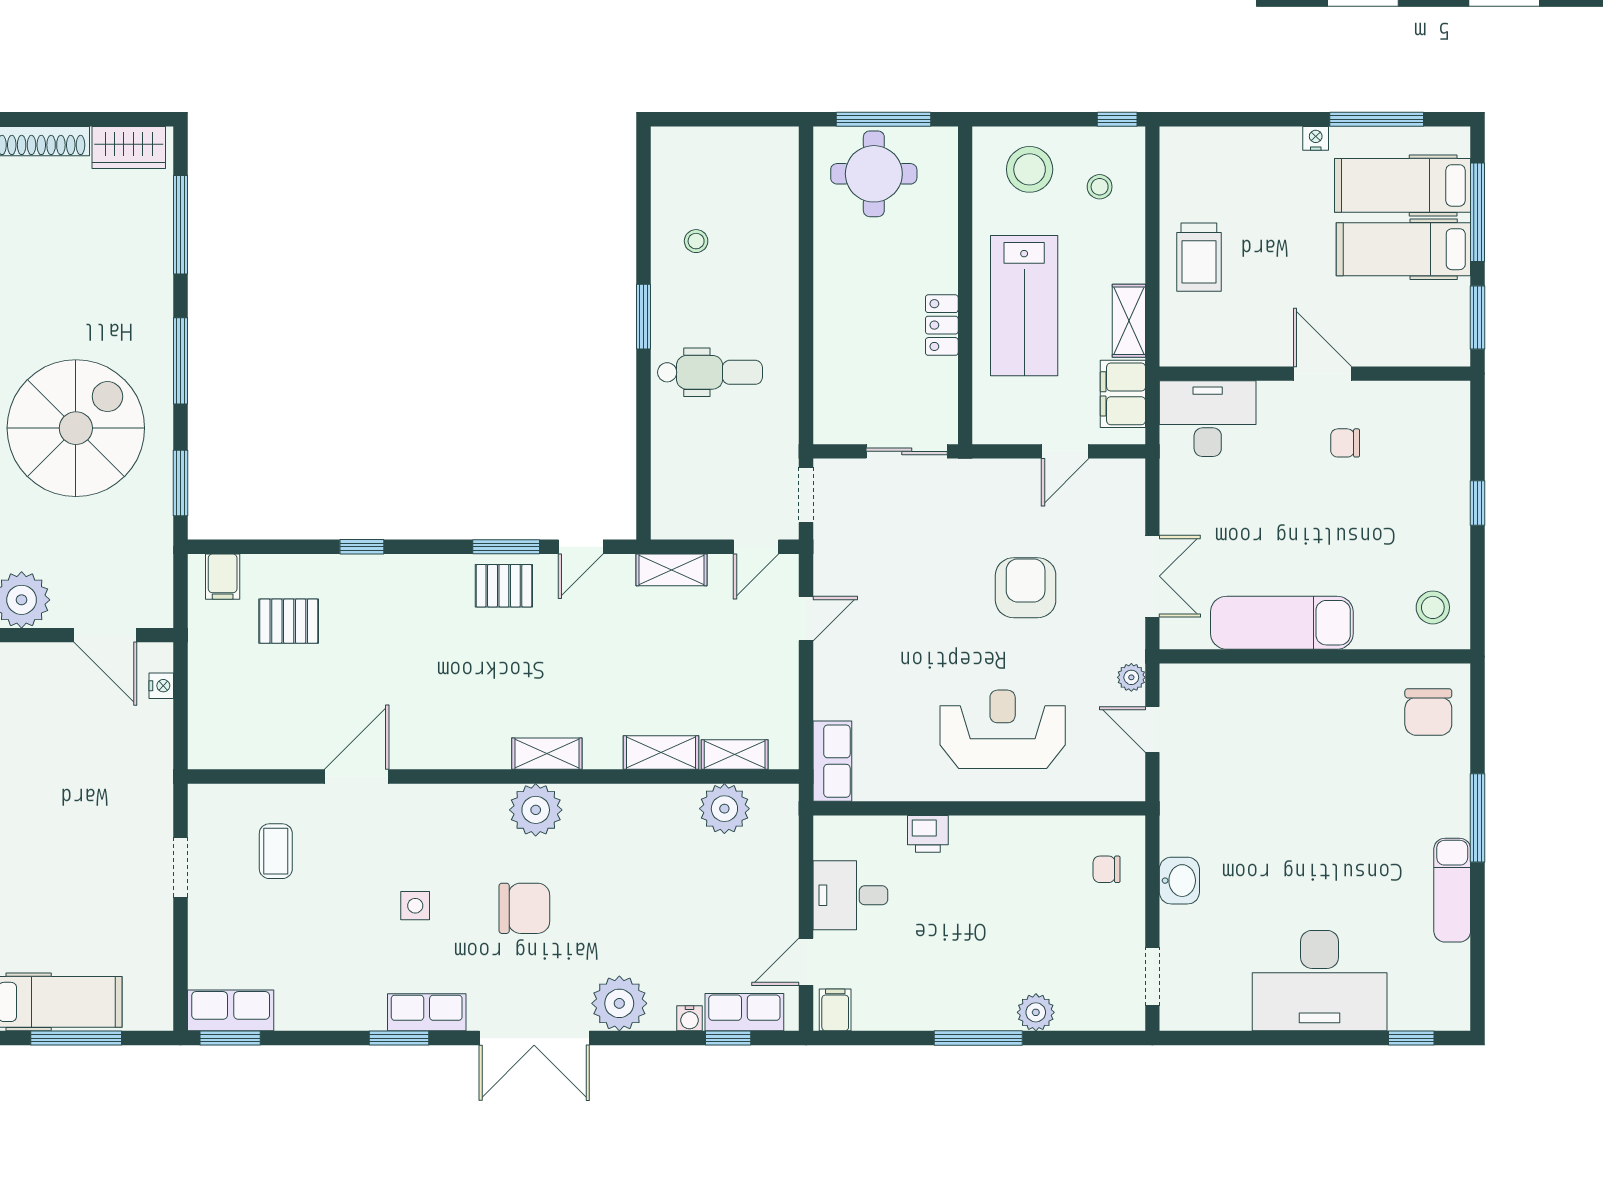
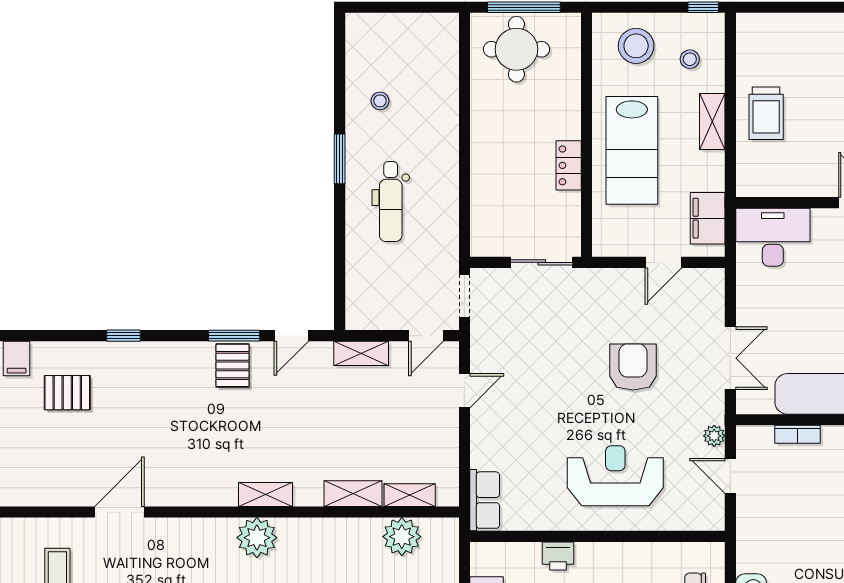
shelving: (1129, 321) -> (712, 122), moved
dental chair: (710, 372) -> (391, 202), turned 90
pallet: (504, 586) -> (232, 365), turned 90
bookcase: (1240, 675) -> (797, 434), added

